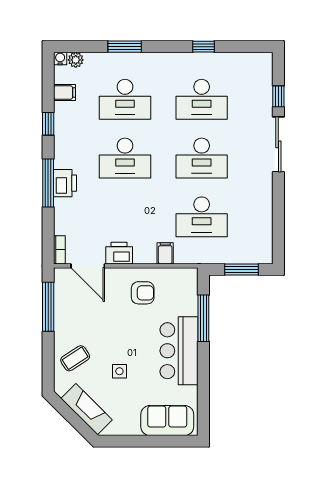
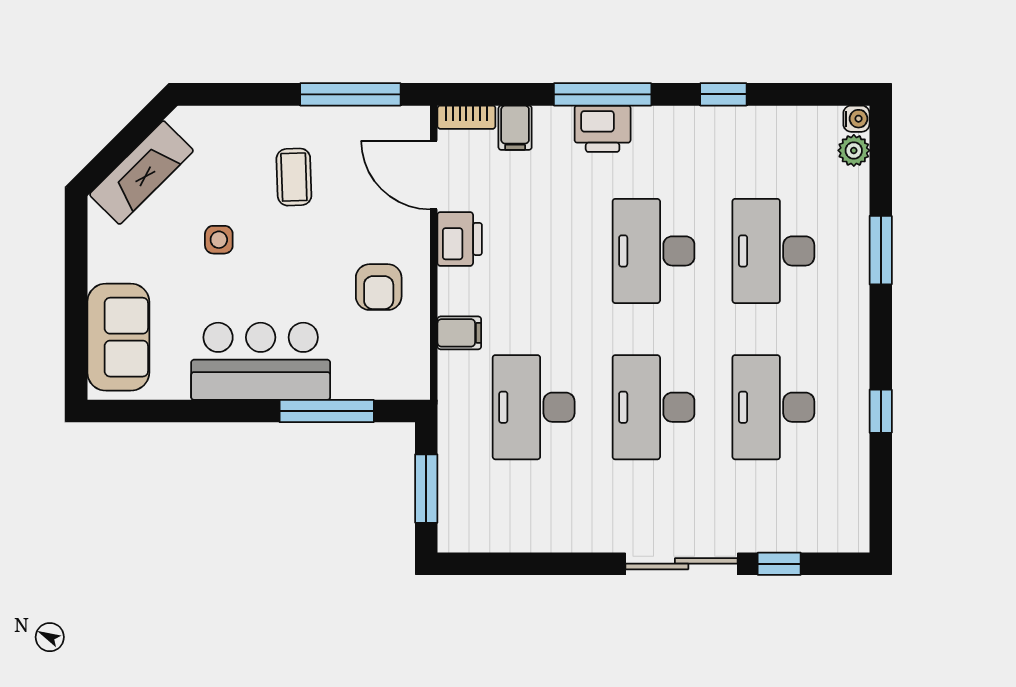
filing cabinet: (65, 93) -> (515, 128), moved
door: (88, 266) -> (434, 175), hinge flipped
coffee table: (75, 358) -> (294, 177), moved, turned 31

